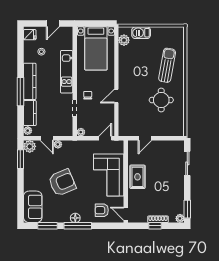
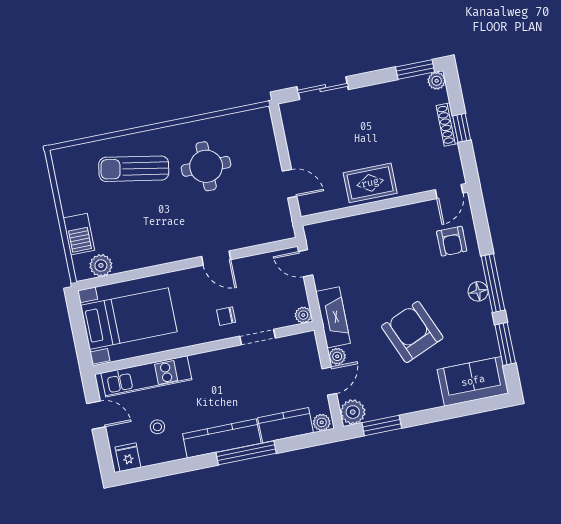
kitchen unit: (67, 72) -> (146, 376), moved
fireplace: (77, 146) -> (333, 317), added
corner sofa: (109, 175) -> (378, 242), removed

